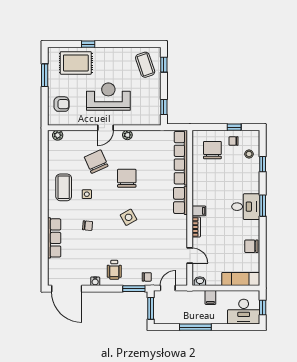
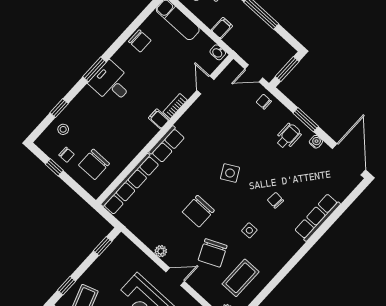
coffee table: (64, 187) -> (241, 278), moved
window: (134, 289) -> (306, 120), moved

